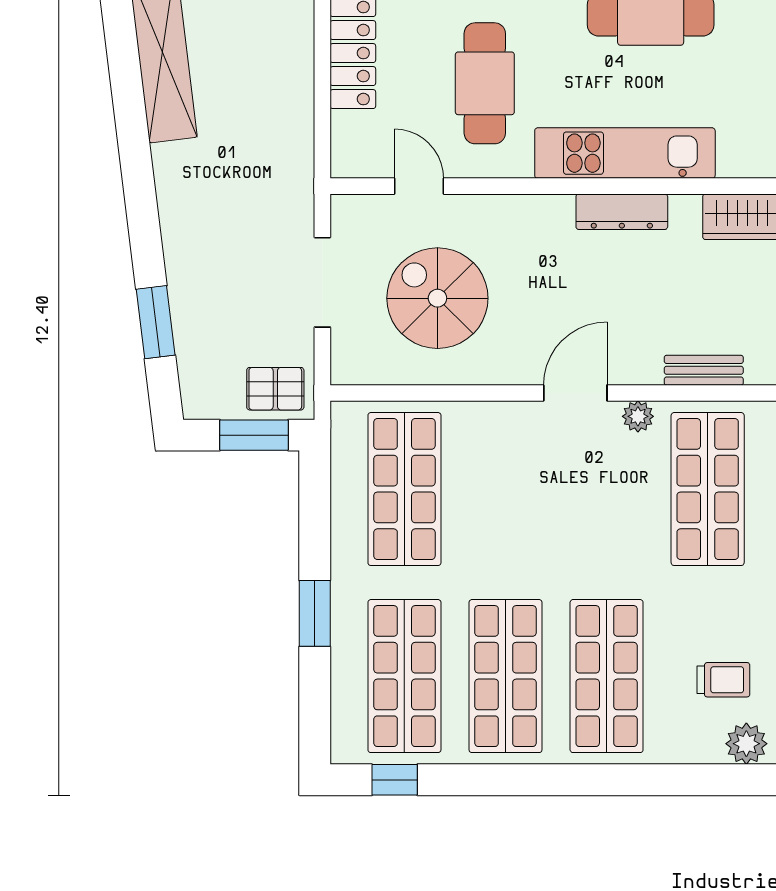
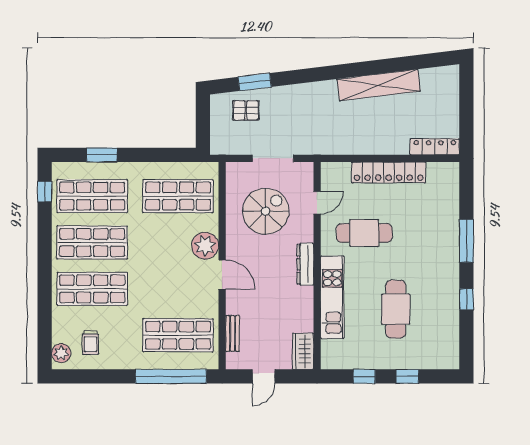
dresser: (622, 212) -> (305, 264), moved
pallet: (275, 389) -> (246, 110), moved, turned 90
plant: (638, 416) -> (205, 246), moved, width x1.88, depth x1.88
window: (254, 435) -> (203, 127), removed
window: (315, 613) -> (102, 155), moved

